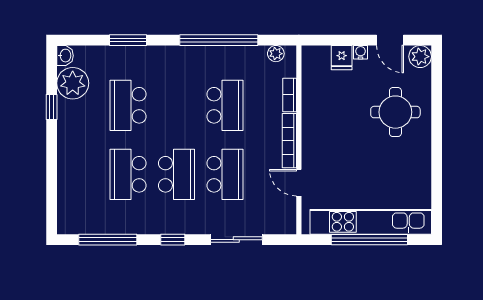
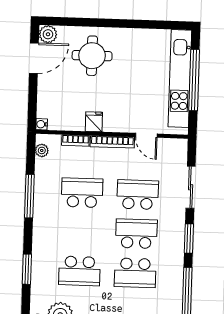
window: (219, 40) -> (29, 196), width x0.68
door: (390, 40) -> (34, 58), width x1.37
water cooler: (361, 52) -> (42, 124), moved
fridge: (342, 58) -> (94, 122), moved, turned -90
door: (299, 183) -> (146, 135), hinge flipped
window: (173, 240) -> (189, 238), width x1.50

